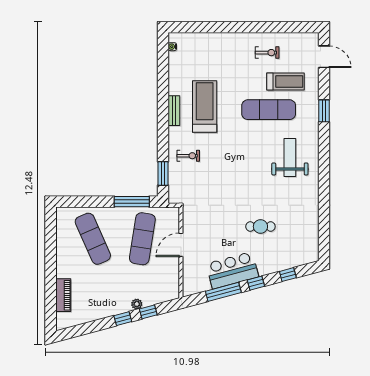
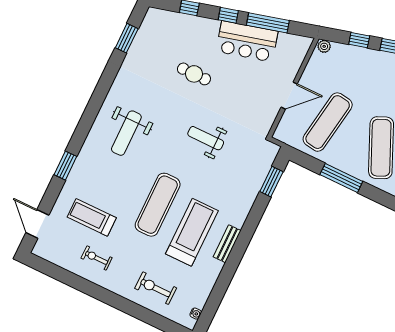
treadmill: (205, 106) -> (192, 232), turned 180
exercise mat: (269, 110) -> (158, 205), moved, turned 90
exercise bike: (188, 156) -> (156, 288), moved, width x1.38, depth x1.39
weight bench: (228, 182) -> (206, 138), added
window: (132, 202) -> (341, 178), moved
window: (324, 229) -> (127, 38), added
plant: (137, 304) -> (324, 46), moved

